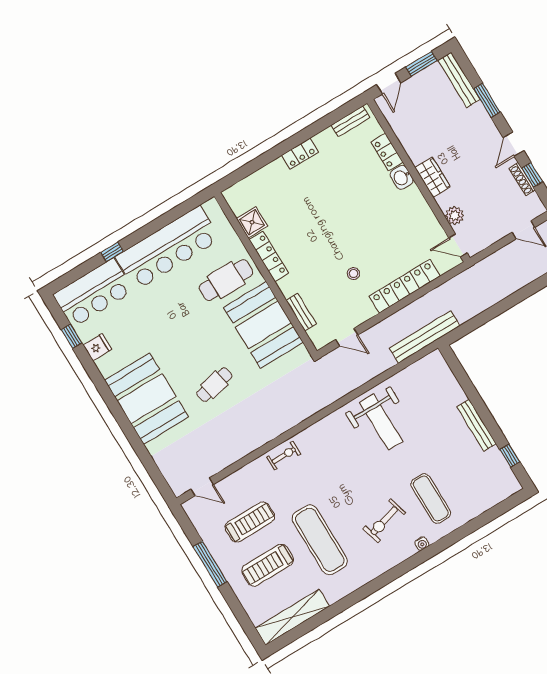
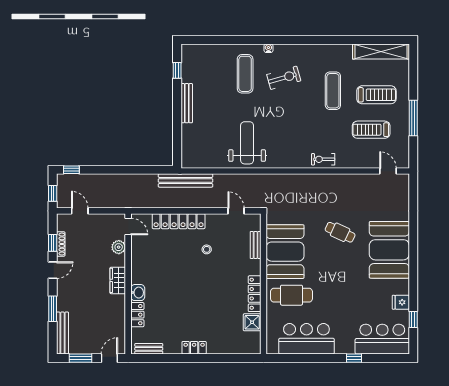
bar counter: (168, 248) -> (306, 339), width x0.73
cafe table: (214, 385) -> (340, 232), turned 37
exercise mat: (320, 540) -> (333, 91), width x0.73, depth x0.69

